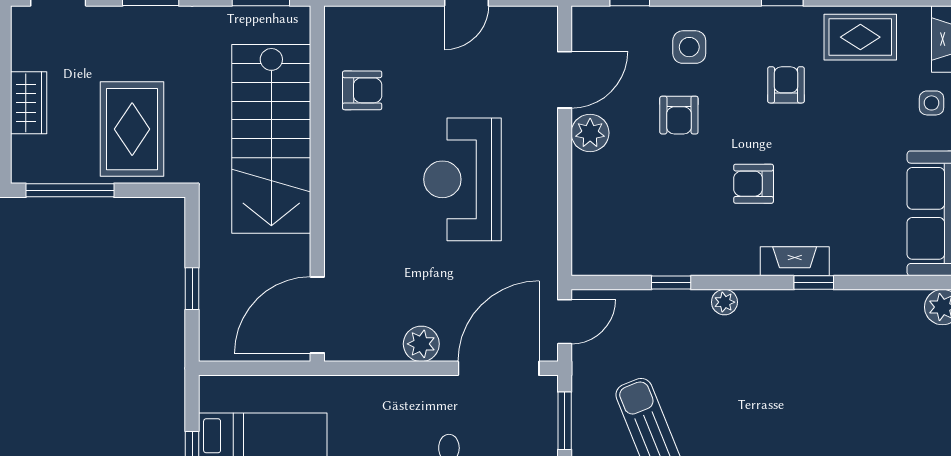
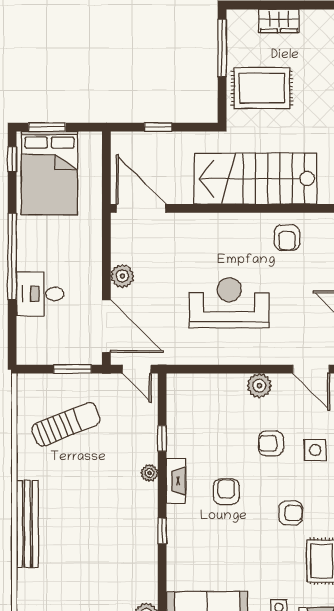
door: (565, 80) -> (311, 369), moved
fireplace: (795, 261) -> (176, 481), moved

